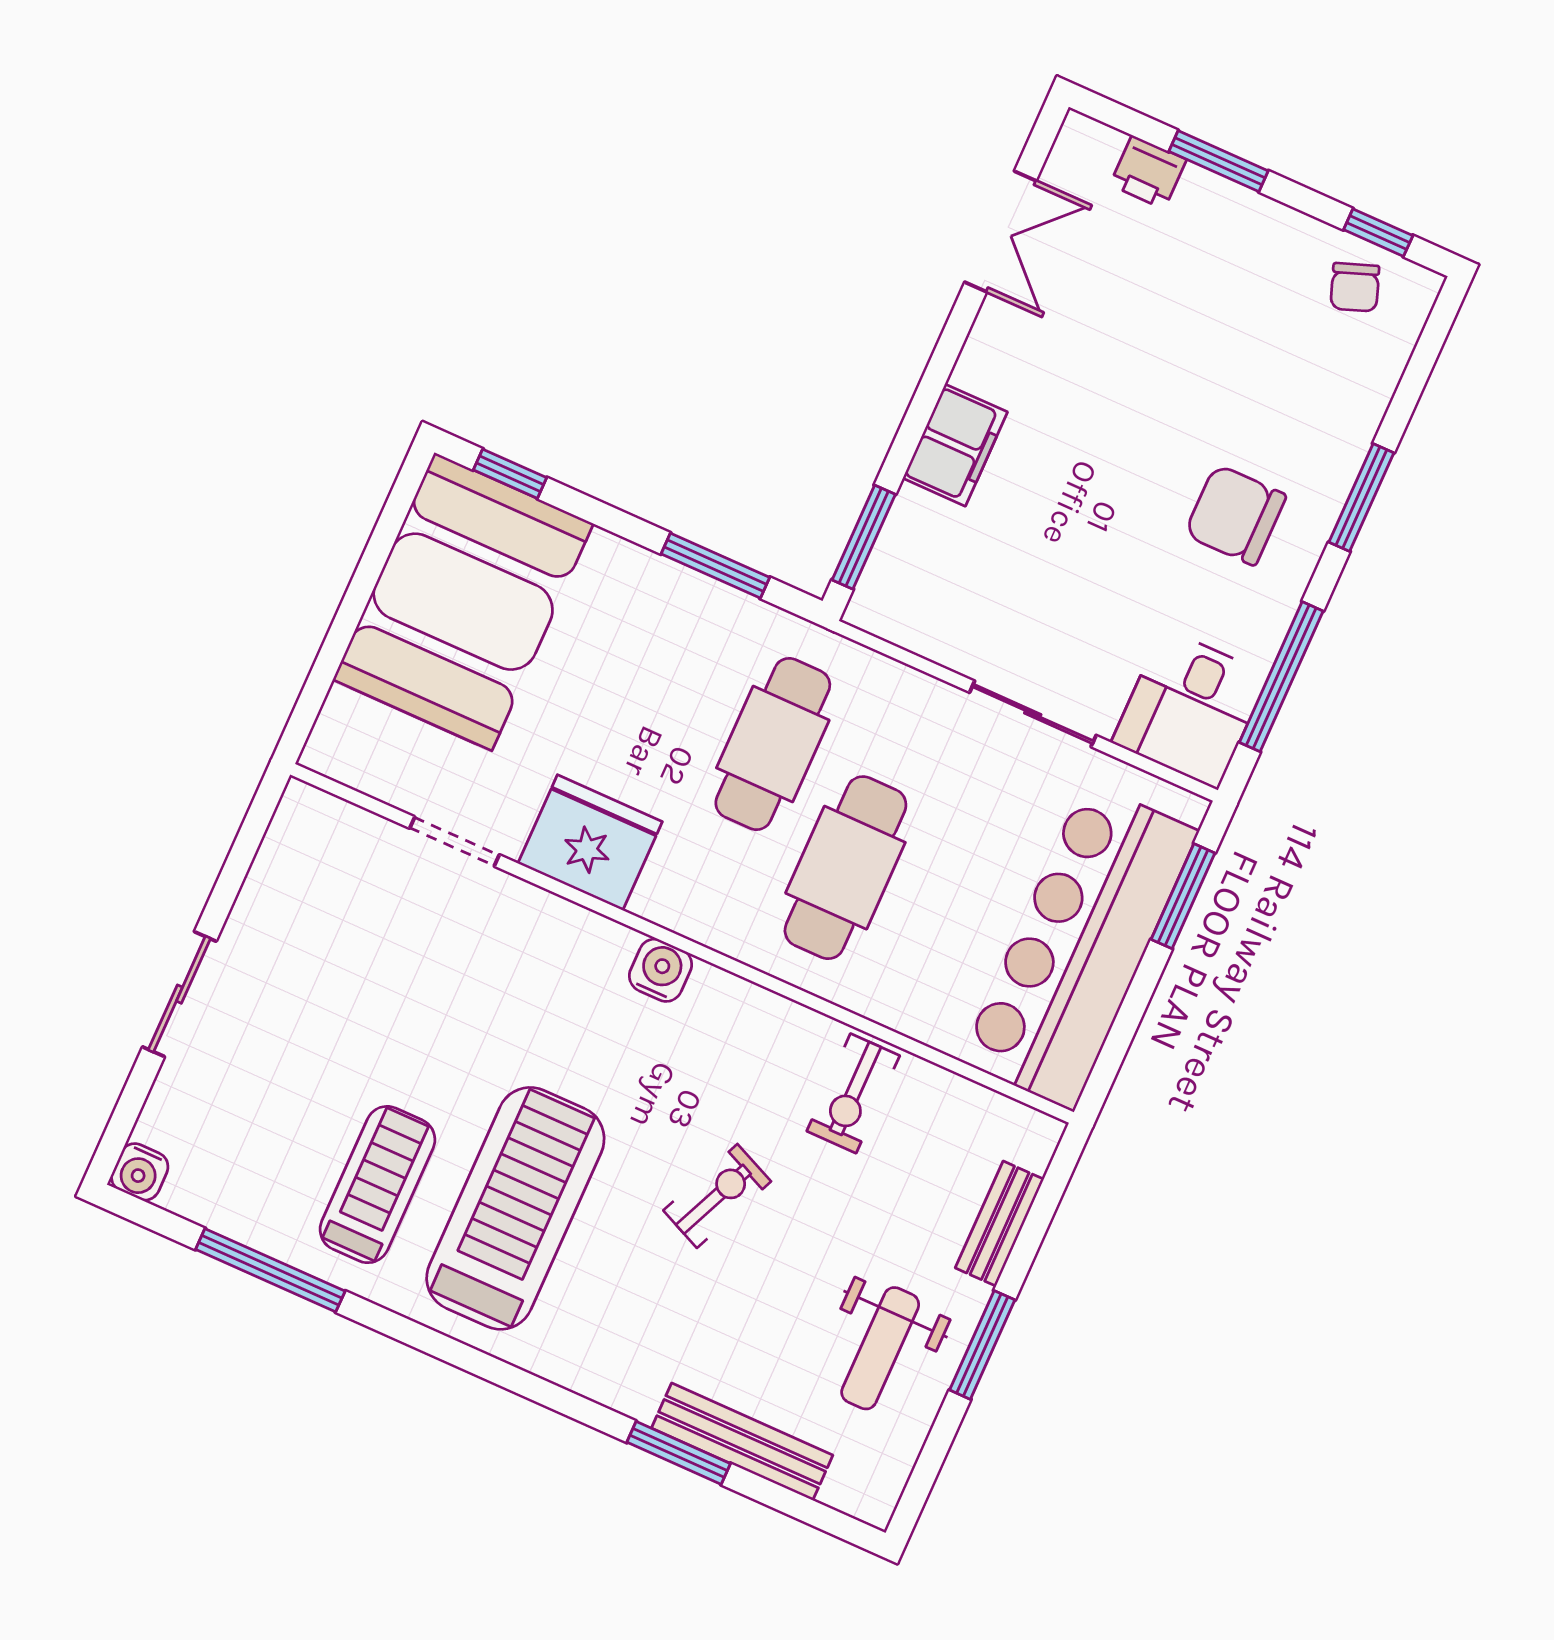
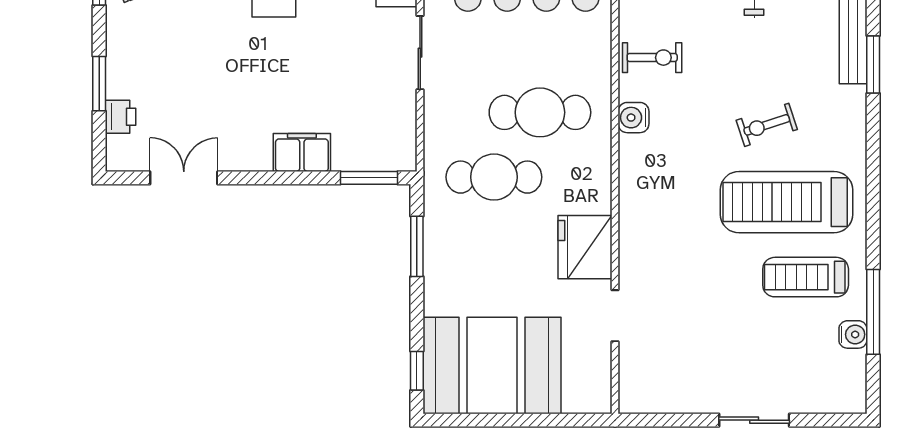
water cooler: (661, 970) -> (634, 118), moved
water cooler: (140, 1172) -> (853, 334), moved
exercise bike: (717, 1196) -> (767, 125), moved, turned -42

